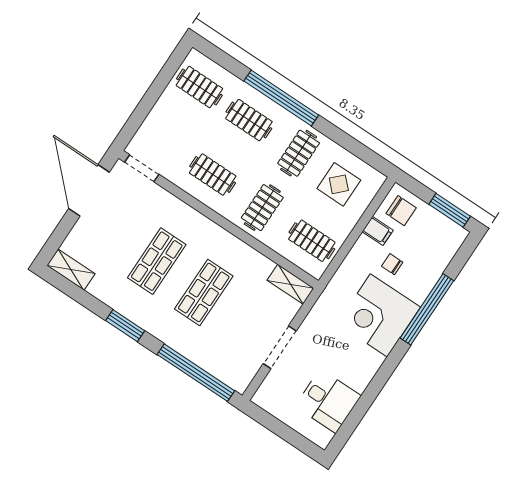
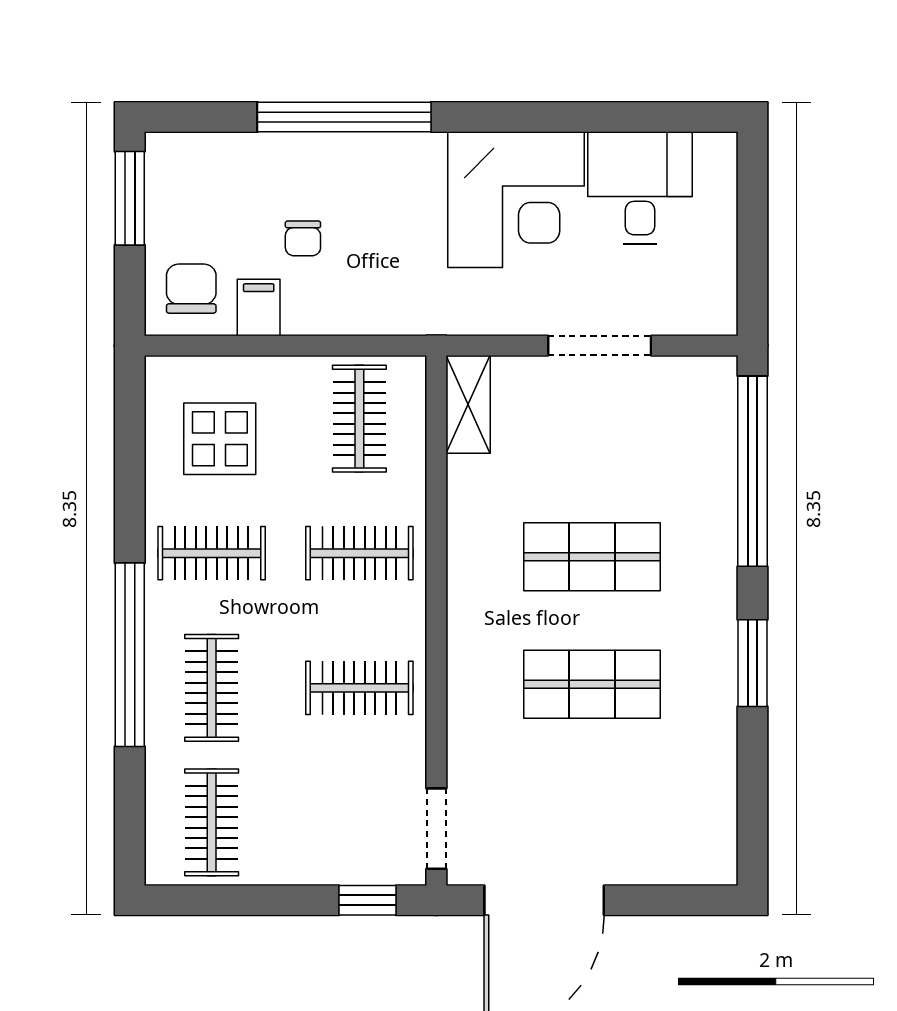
window: (132, 125) -> (367, 900), added
clothes rail: (213, 175) -> (359, 688), turned 90
shelving: (71, 270) -> (715, 835), removed
corner desk: (379, 315) -> (516, 200), moved

